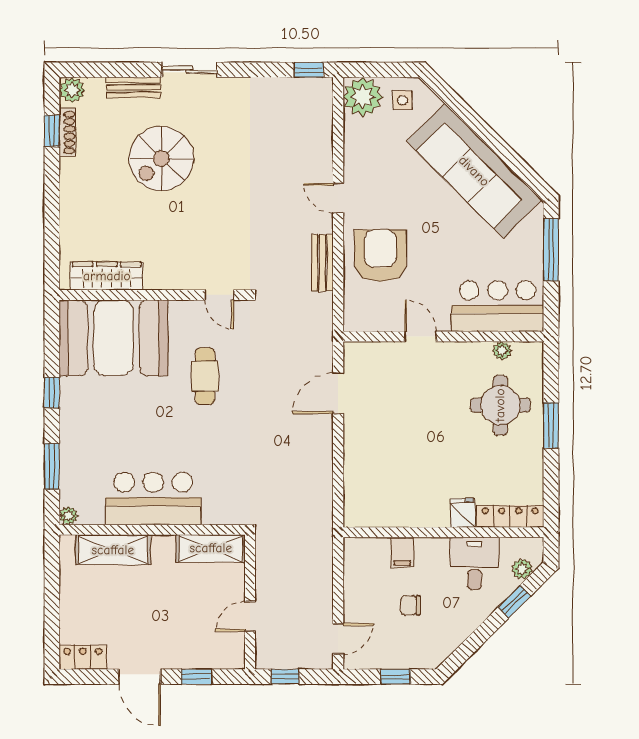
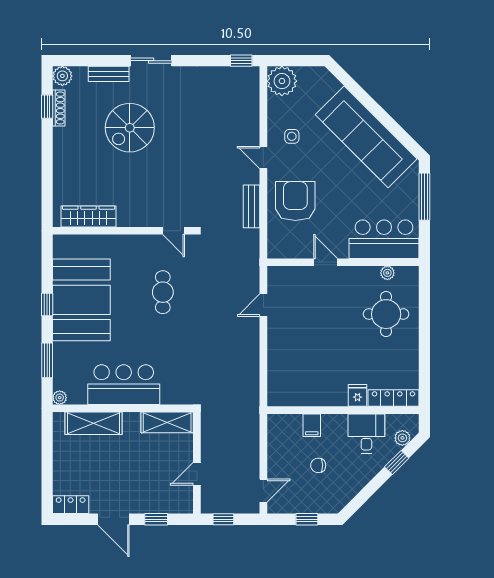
side table: (402, 100) -> (292, 136), moved
booth: (113, 338) -> (81, 300), moved, turned 90
door: (338, 393) -> (263, 305), width x0.73
window: (551, 425) -> (424, 329), removed

